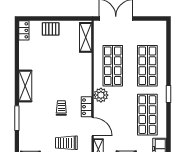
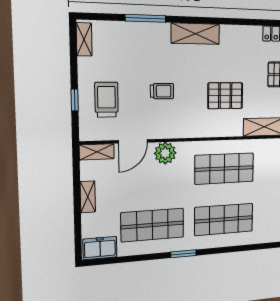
pallet: (65, 66) -> (225, 96), added
plant: (101, 95) -> (165, 153), moved
locker: (87, 107) -> (164, 131), removed

